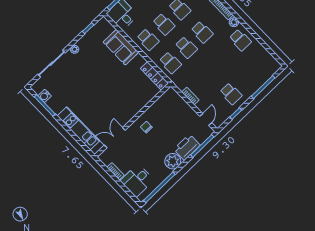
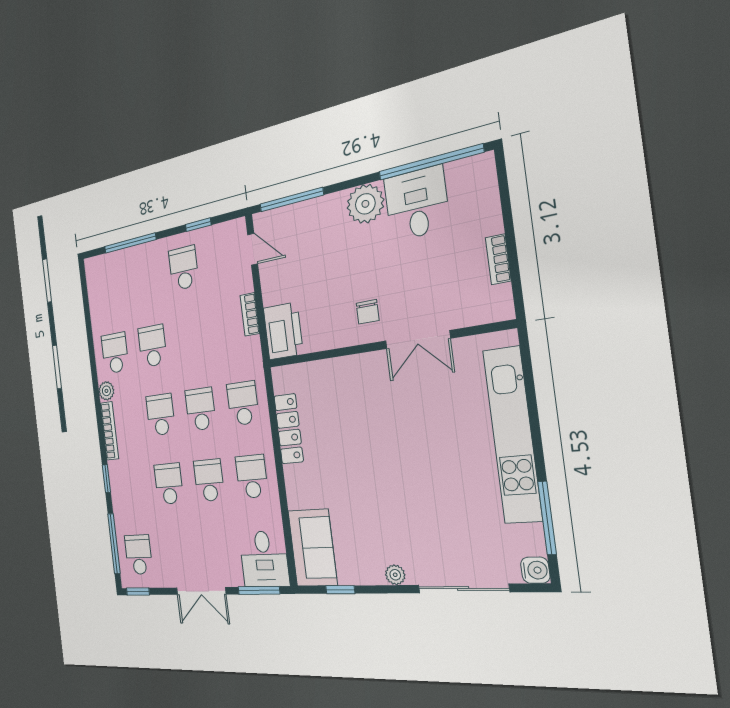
sofa: (121, 47) -> (312, 548), moved
school desk: (224, 55) -> (152, 346), added
locker: (154, 76) -> (289, 429), moved
water cooler: (45, 96) -> (535, 570), moved
door: (206, 119) -> (253, 249), swing flipped
kitchen unit: (78, 128) -> (512, 435), width x1.36
double door: (115, 138) -> (417, 340), moved
printer: (187, 147) -> (283, 331), moved, turned -90
desk: (137, 180) -> (417, 204), moved, turned -90

